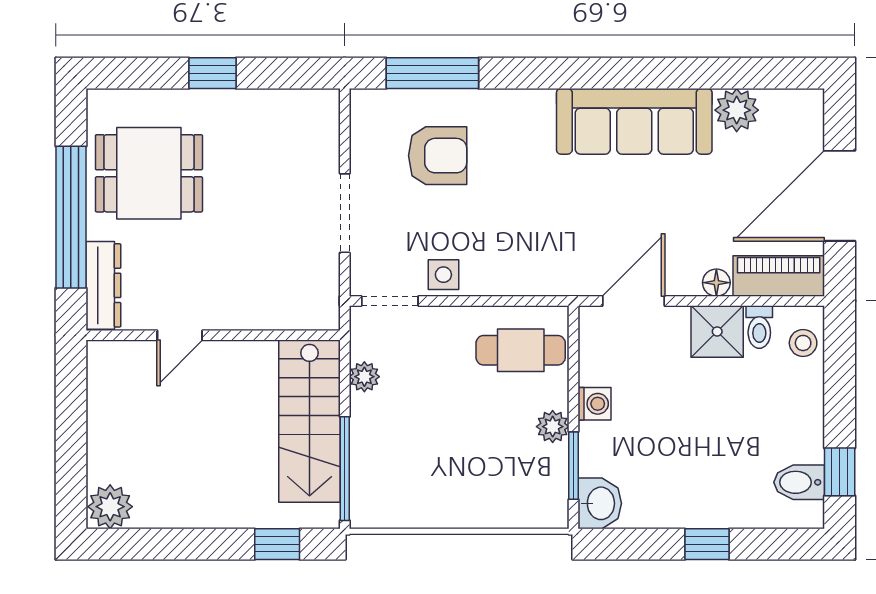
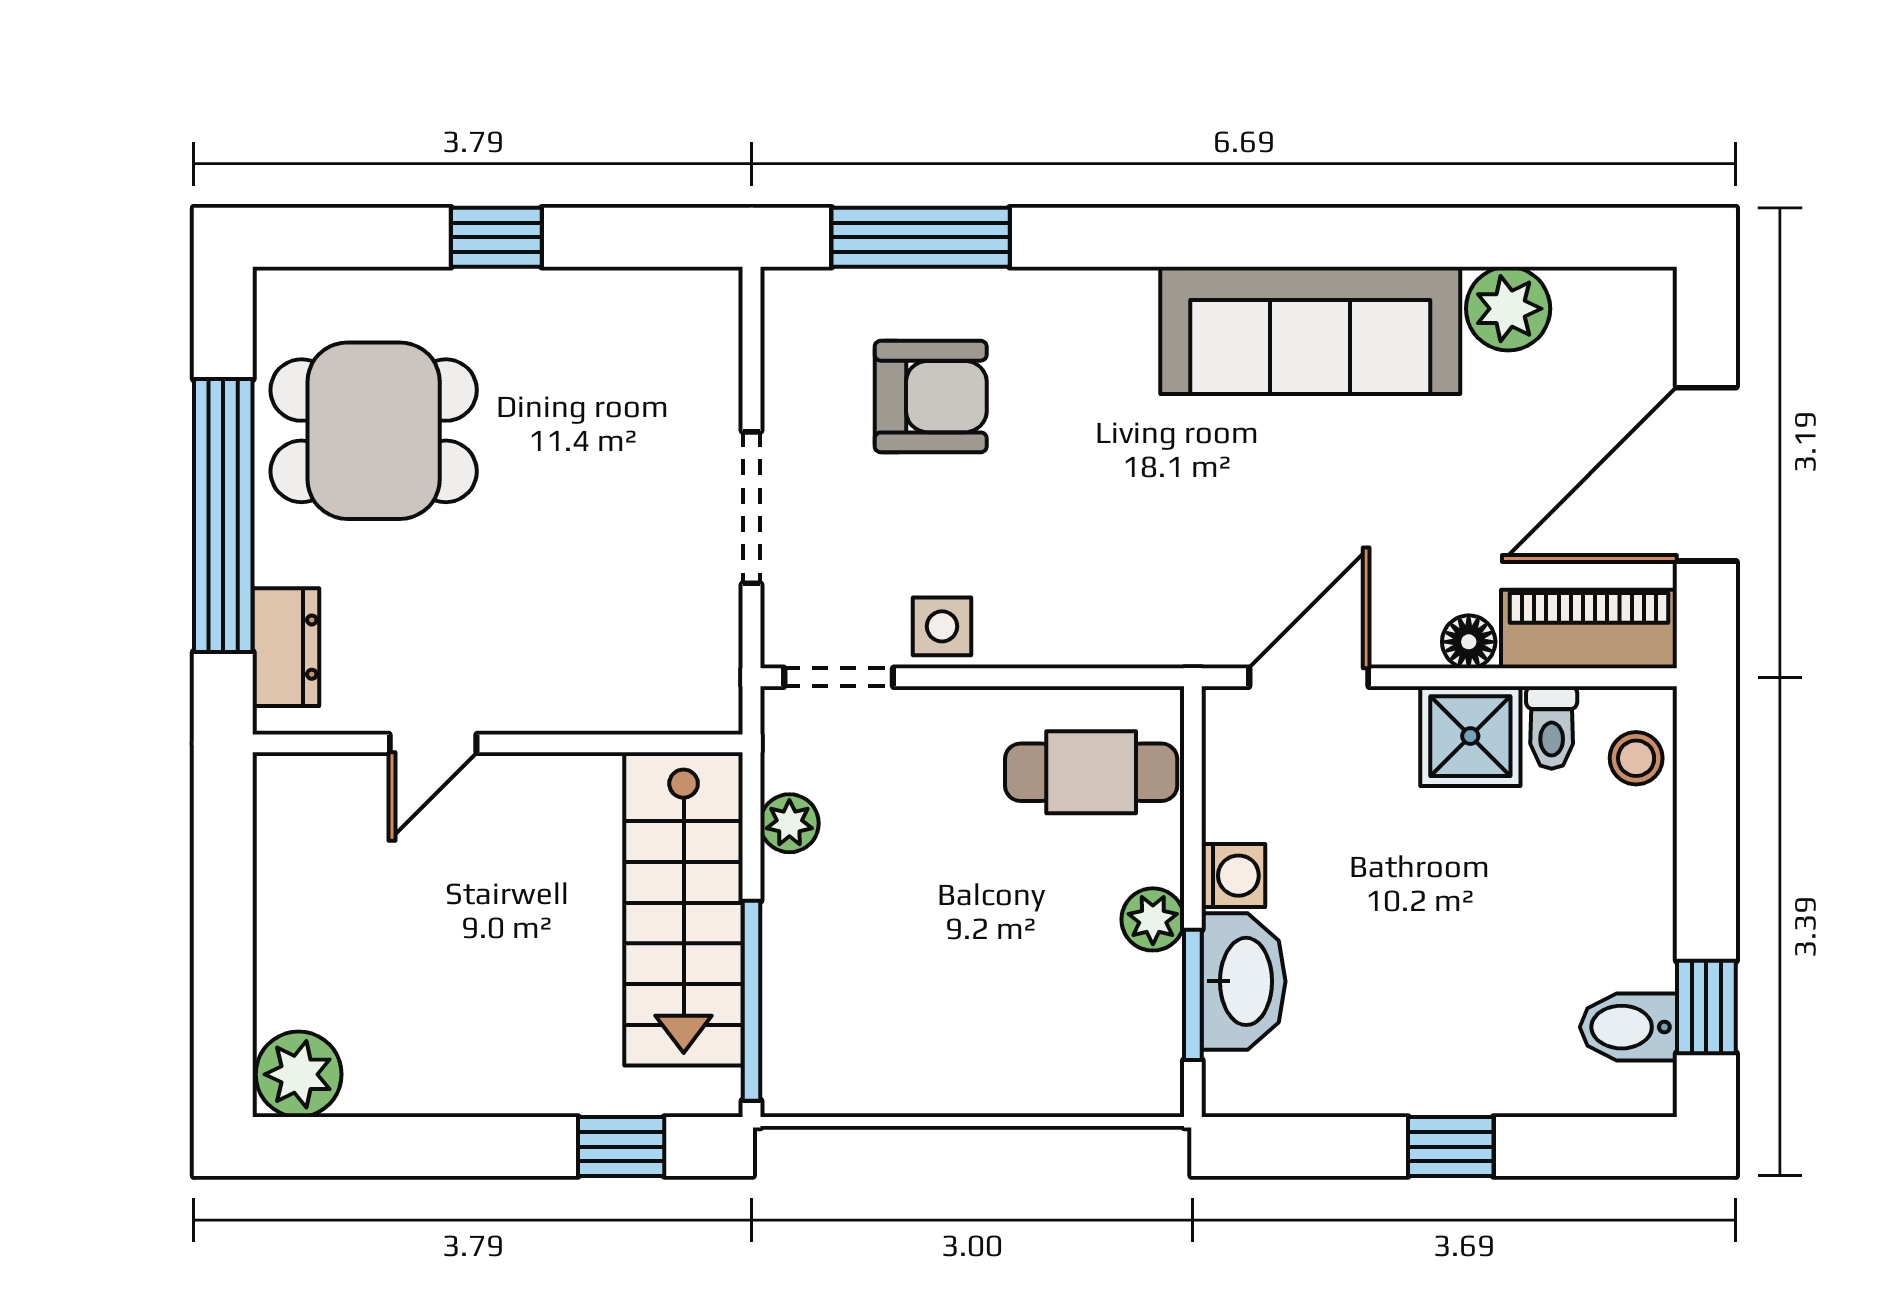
dresser: (103, 285) -> (286, 647), width x0.70
washbasin: (600, 503) -> (1244, 981), moved, width x1.38

